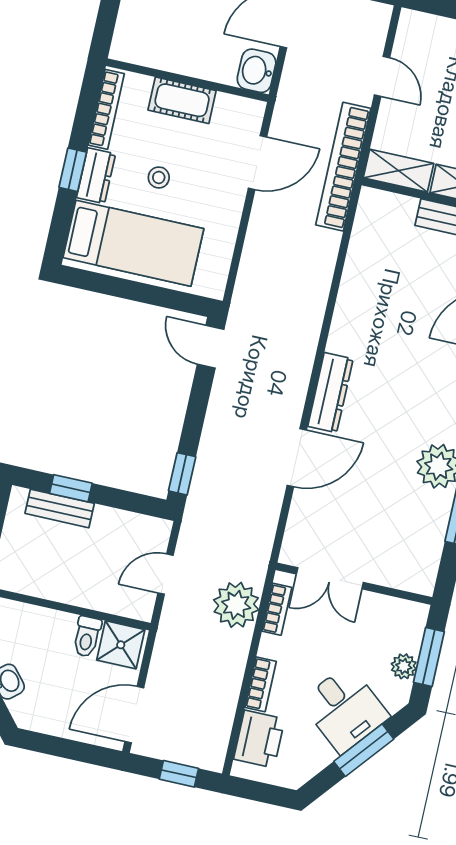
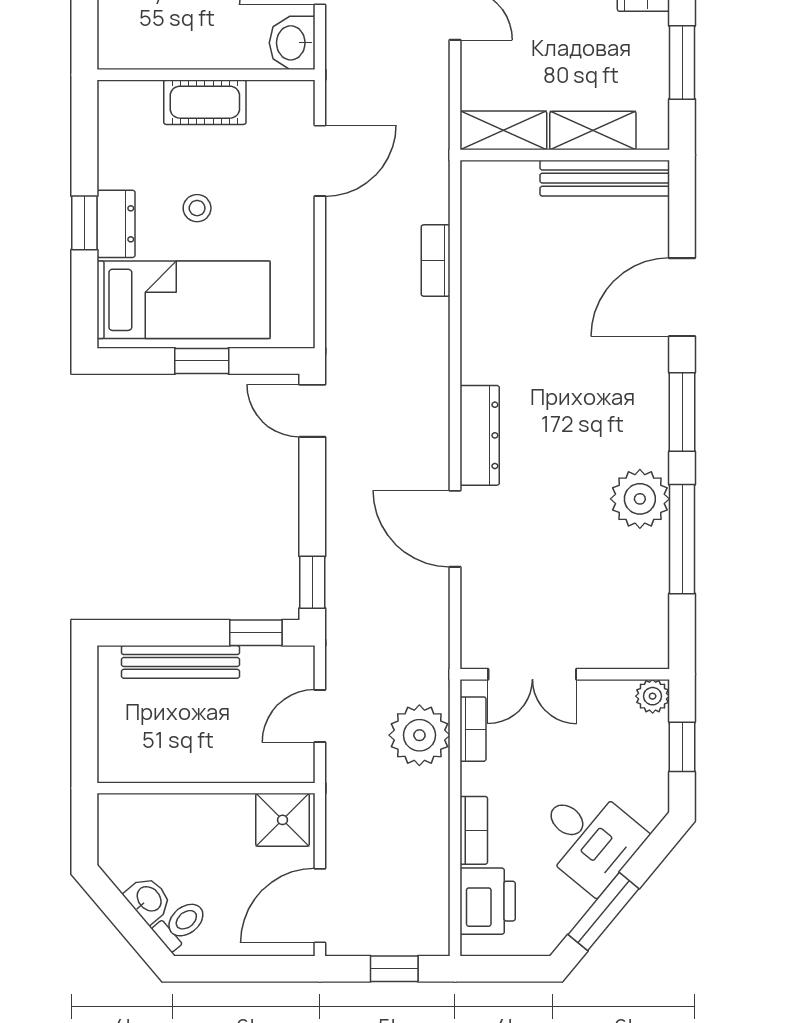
bookcase: (106, 109) -> (110, 136), removed
bookcase: (343, 167) -> (436, 261), moved, width x0.43, depth x0.76
window: (137, 291) -> (202, 361), added
door: (297, 458) -> (455, 529), swing flipped
window: (71, 488) -> (256, 633), moved
bench: (60, 508) -> (180, 662), width x1.36
toilet: (87, 637) -> (181, 924), moved, turned -130
window: (429, 657) -> (682, 747), width x0.67
plant: (404, 666) -> (653, 696), moved
window: (364, 750) -> (604, 912), moved

